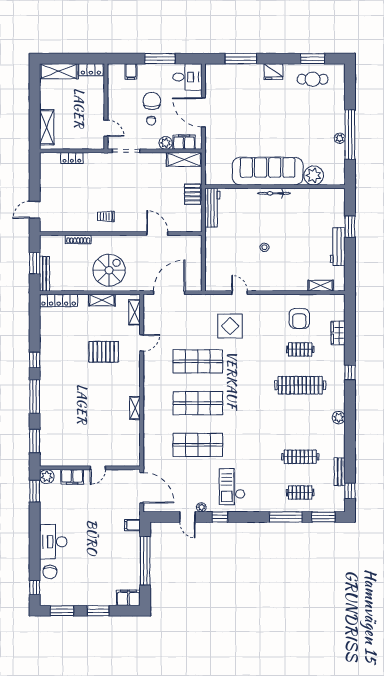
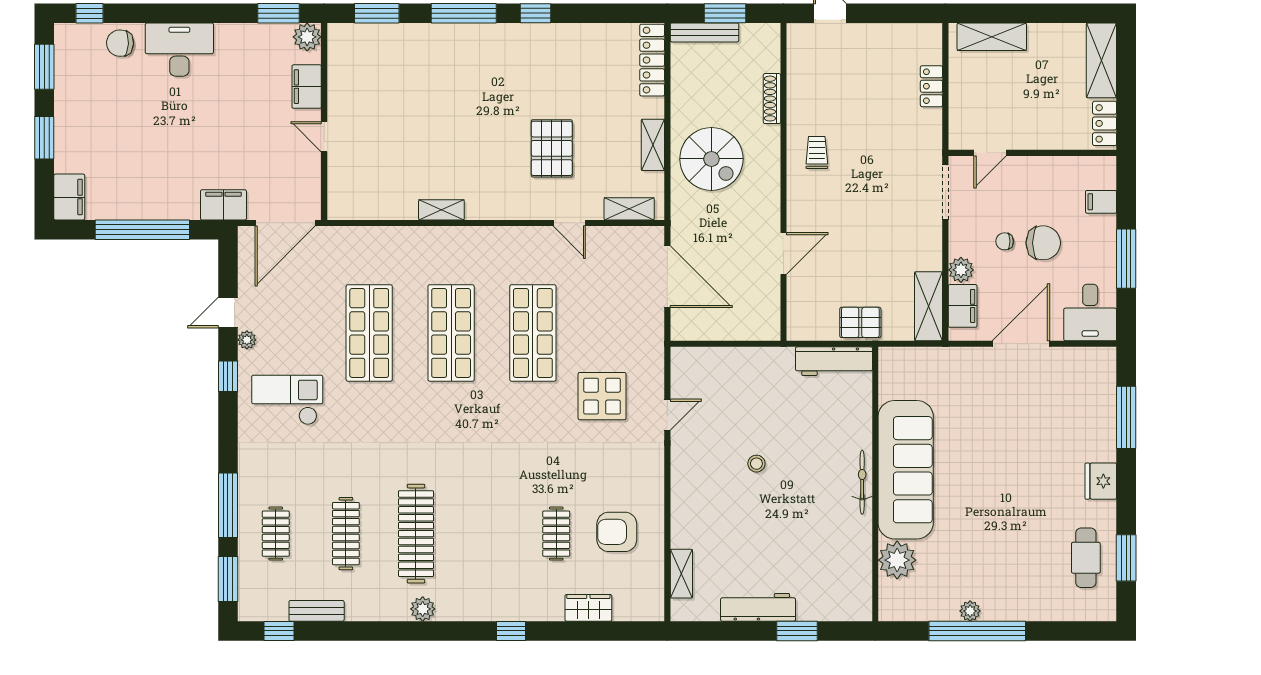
clothes rail: (300, 385) -> (416, 534), moved
filing cabinet: (132, 525) -> (223, 205), width x2.00

